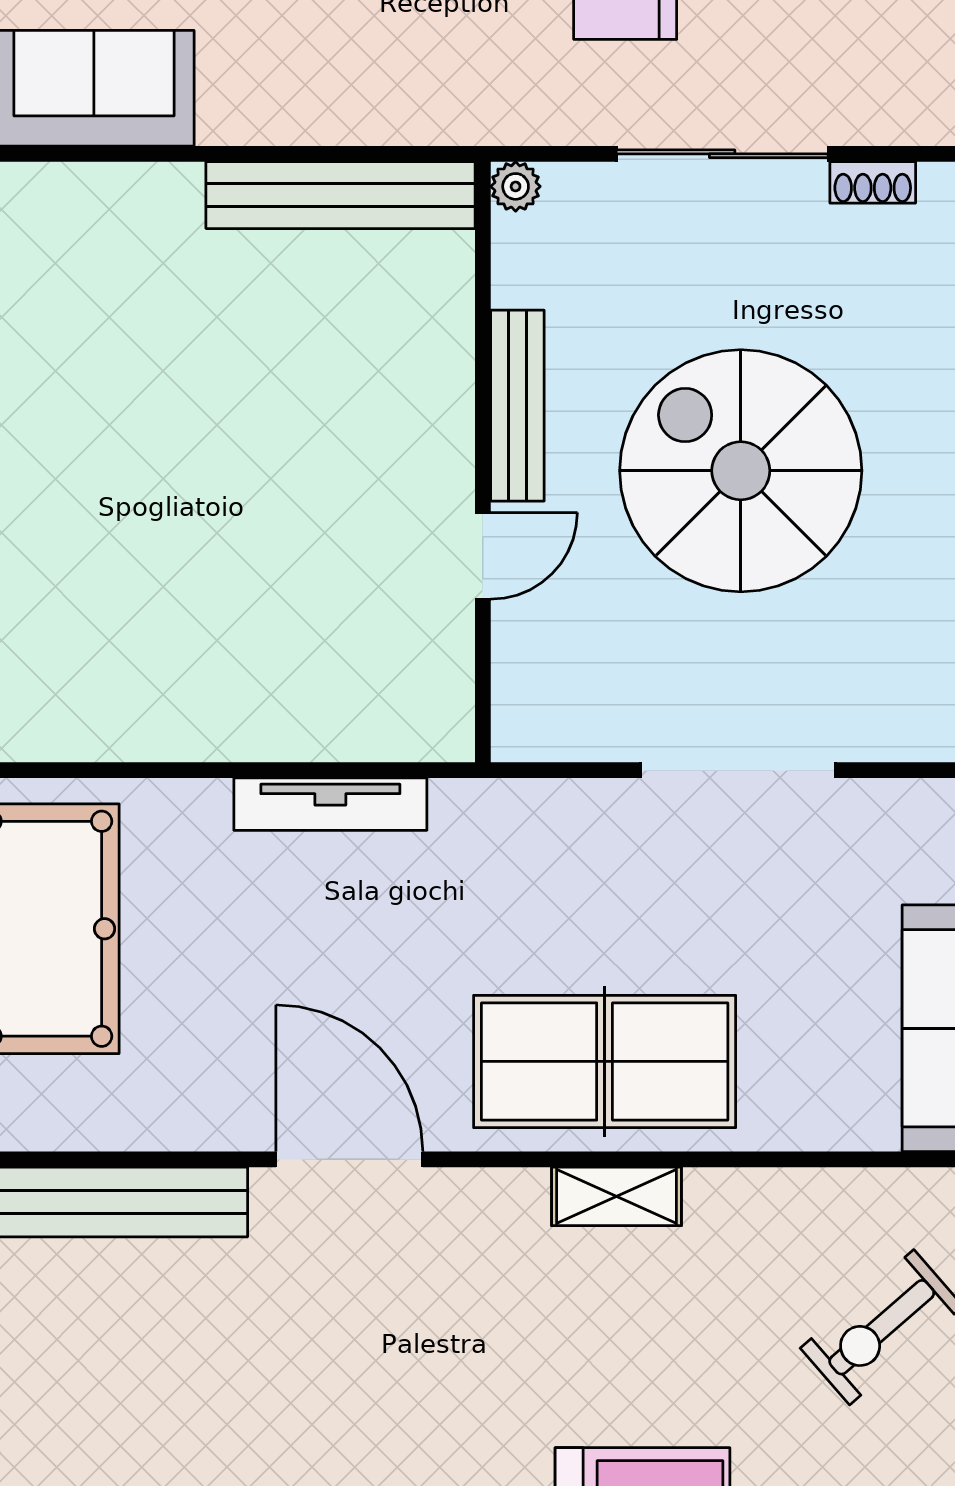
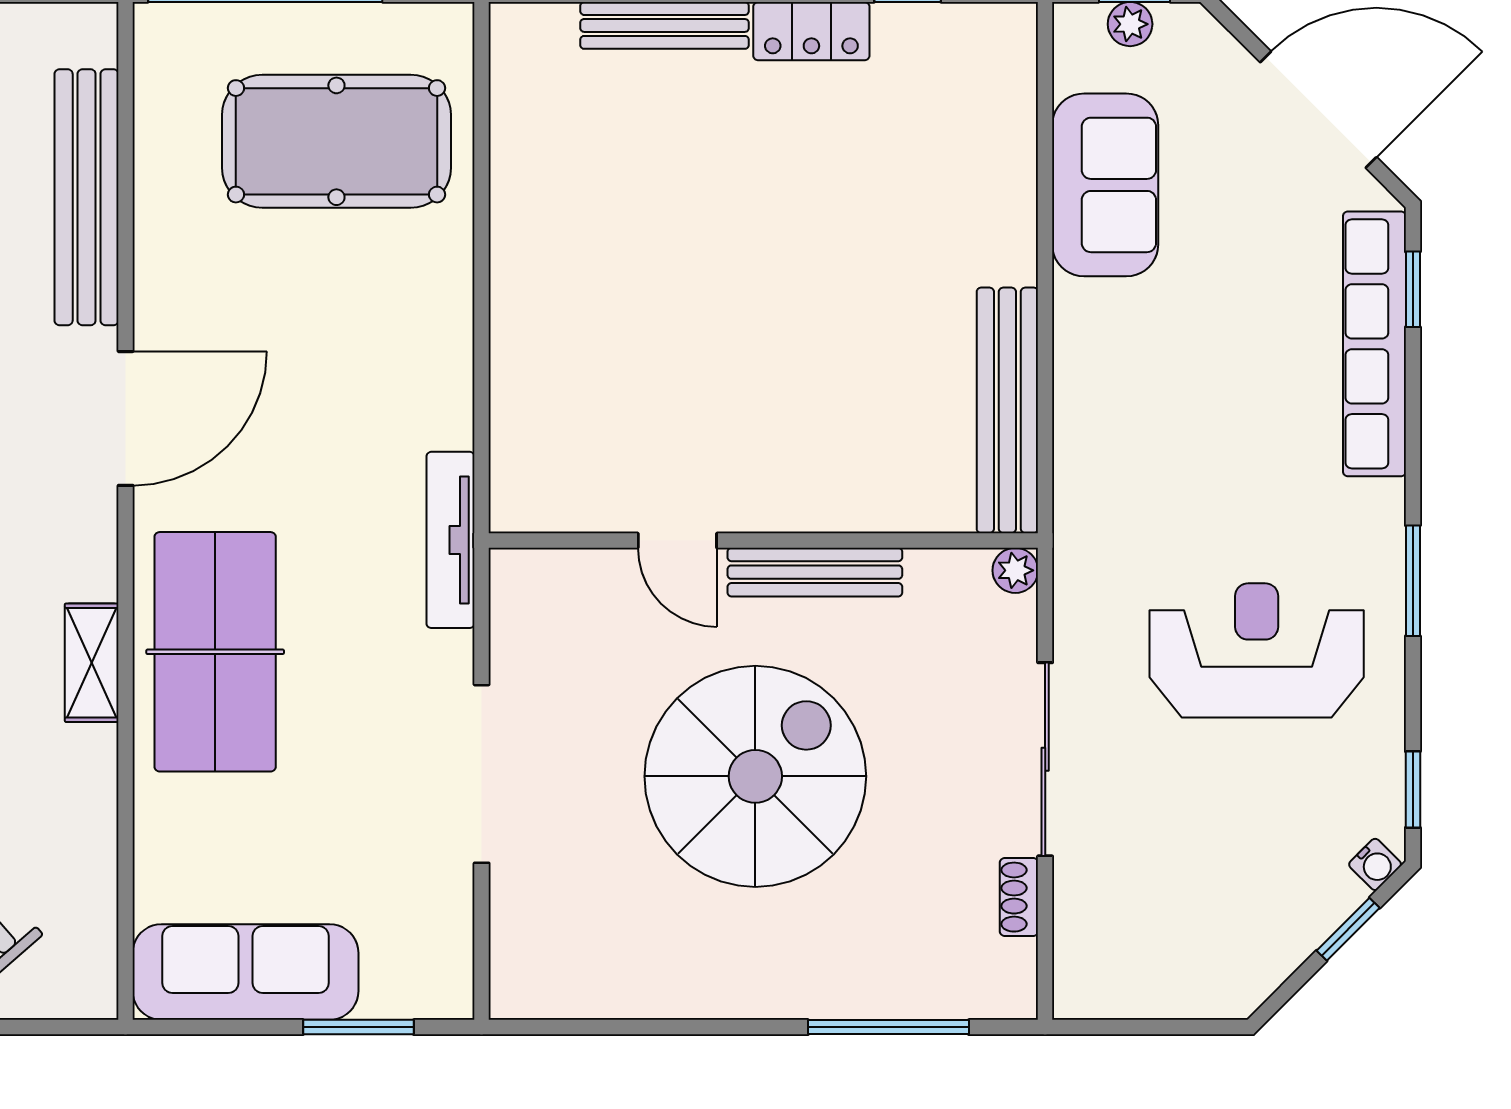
tv unit: (330, 804) -> (450, 540), moved

